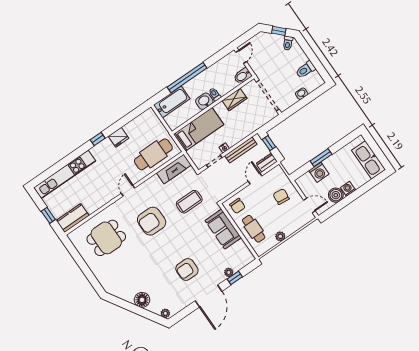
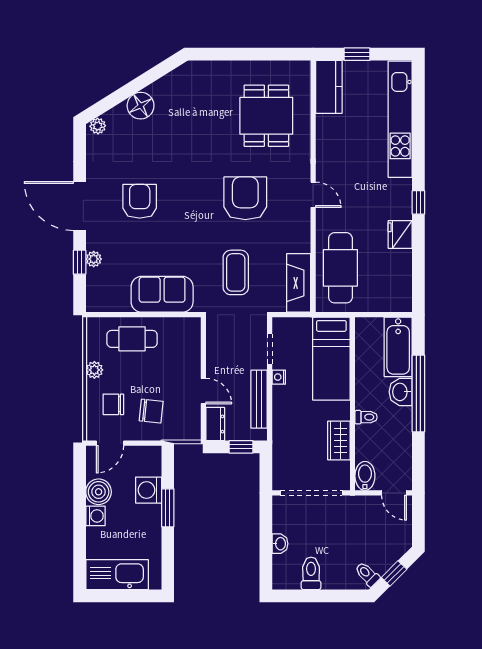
washbasin: (204, 101) -> (401, 392), moved, turned 180
chair: (237, 206) -> (113, 404), moved

